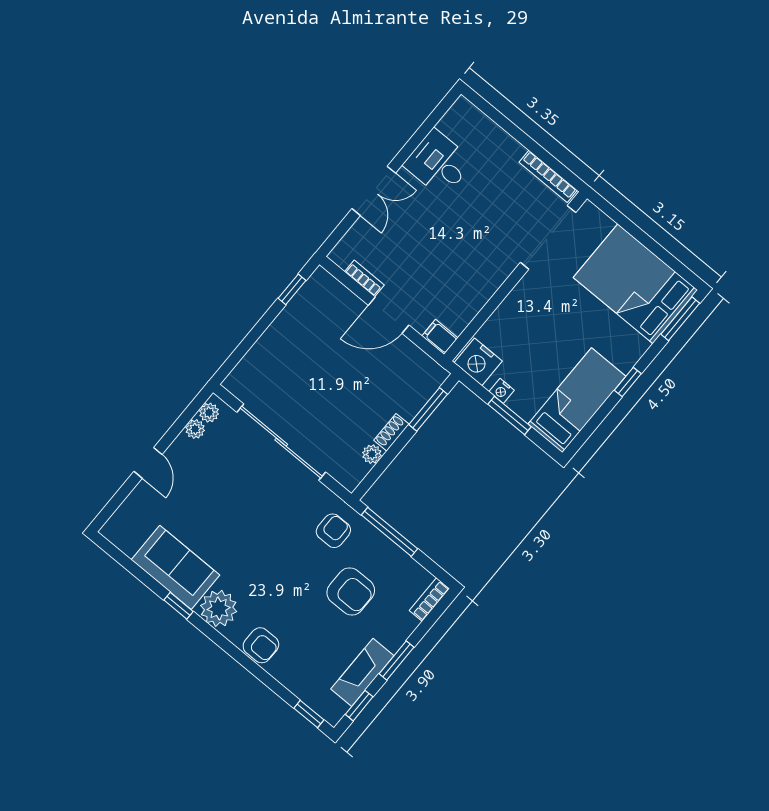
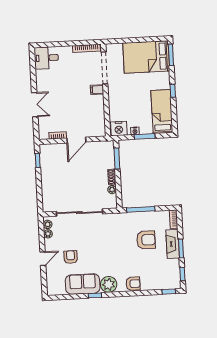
desk: (438, 163) -> (46, 58), moved
filing cabinet: (440, 337) -> (97, 90), moved
door: (148, 463) -> (43, 259), hinge flipped
armchair: (333, 531) -> (71, 257), moved
fireplace: (362, 672) -> (173, 244), moved

